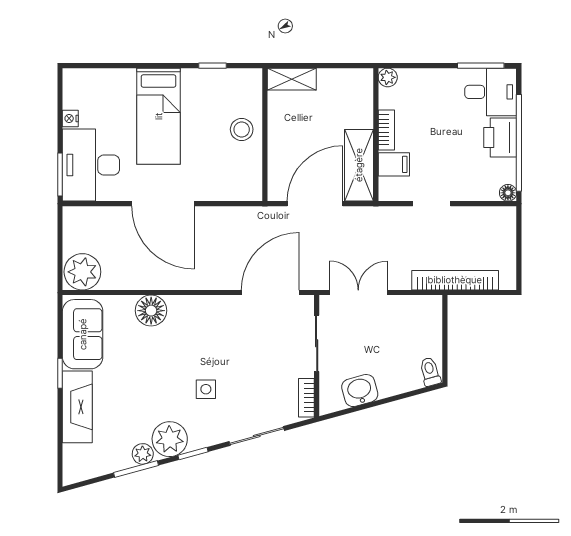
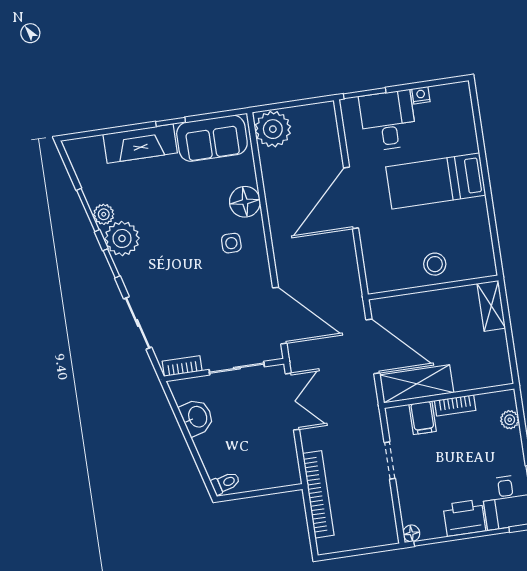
window: (213, 66) -> (493, 227), removed
plant: (388, 77) -> (510, 420), moved
desk: (91, 165) -> (388, 121), width x0.73
side table: (206, 389) -> (231, 243), moved

